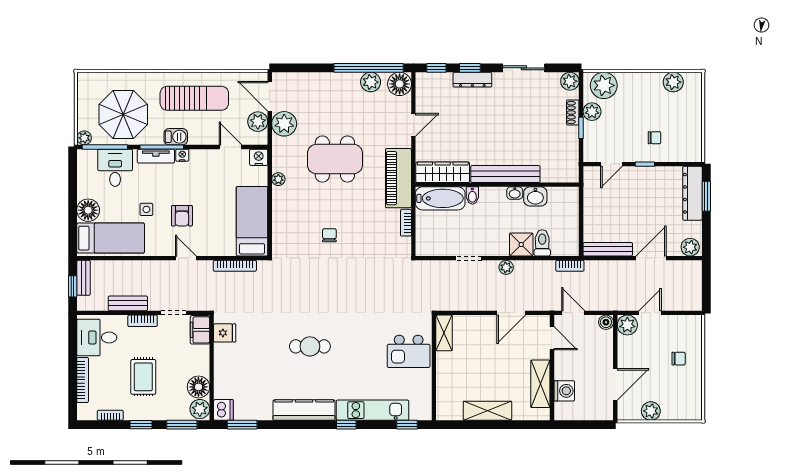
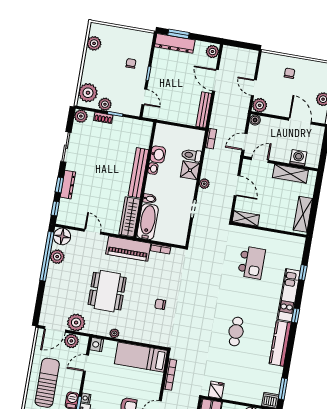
shelving: (444, 333) -> (246, 218), moved
wall: (434, 368) -> (269, 230), moved

